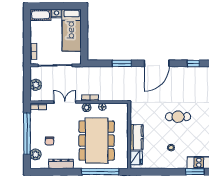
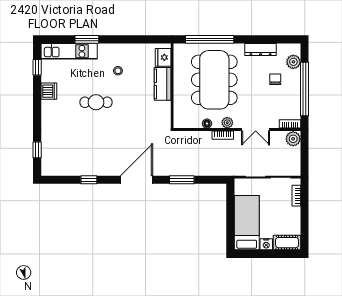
plant: (36, 85) -> (293, 139), moved
cafe table: (178, 117) -> (96, 102), moved

